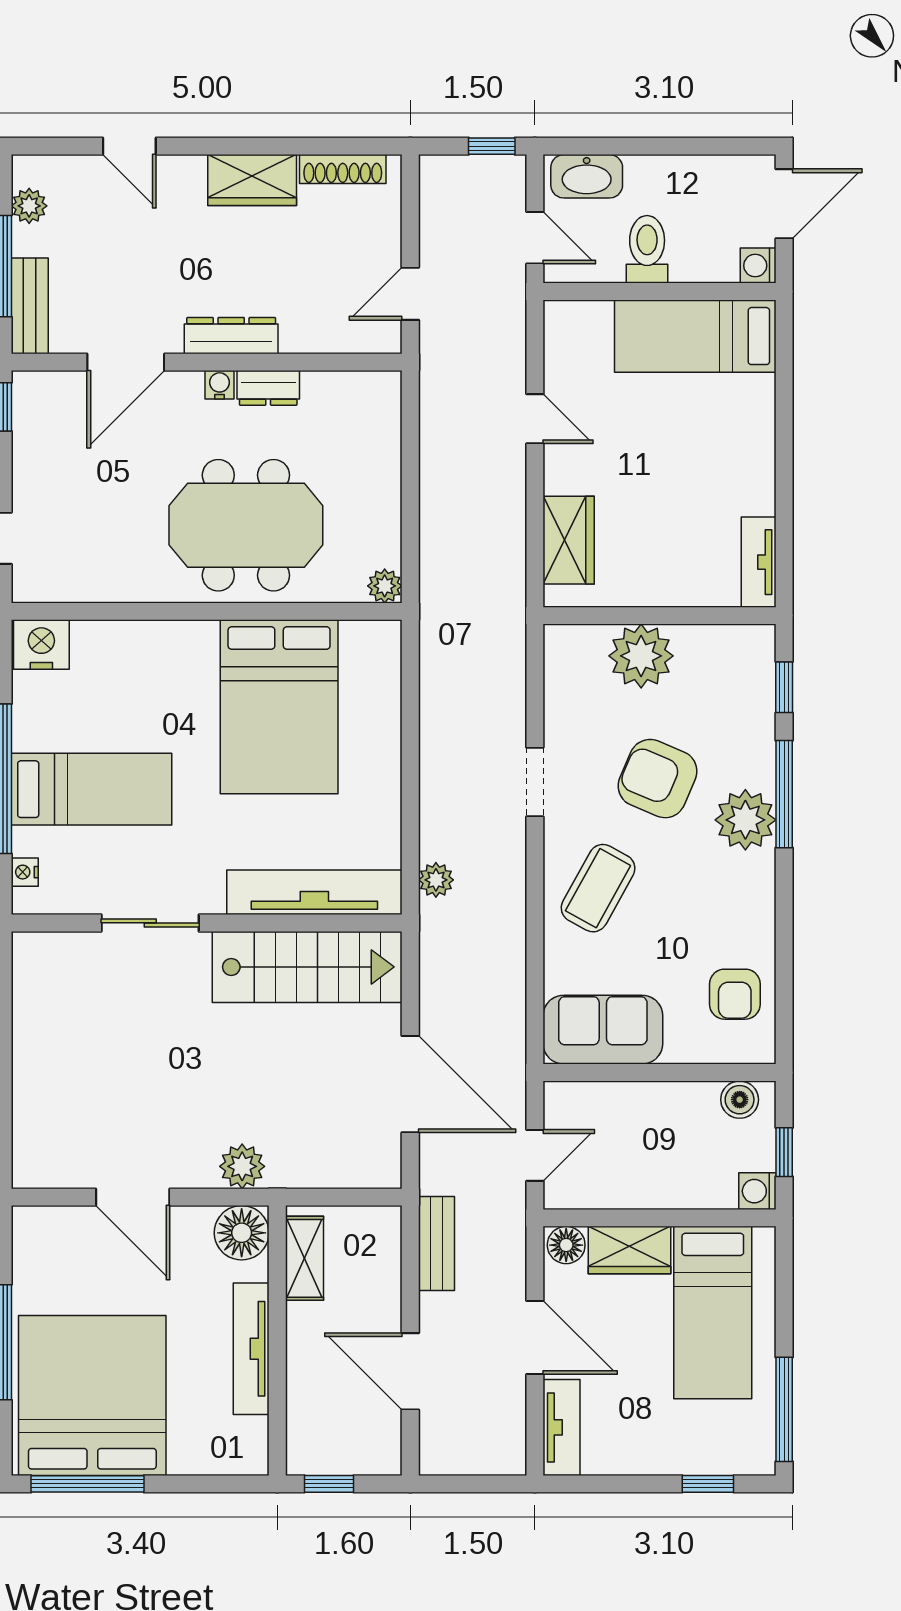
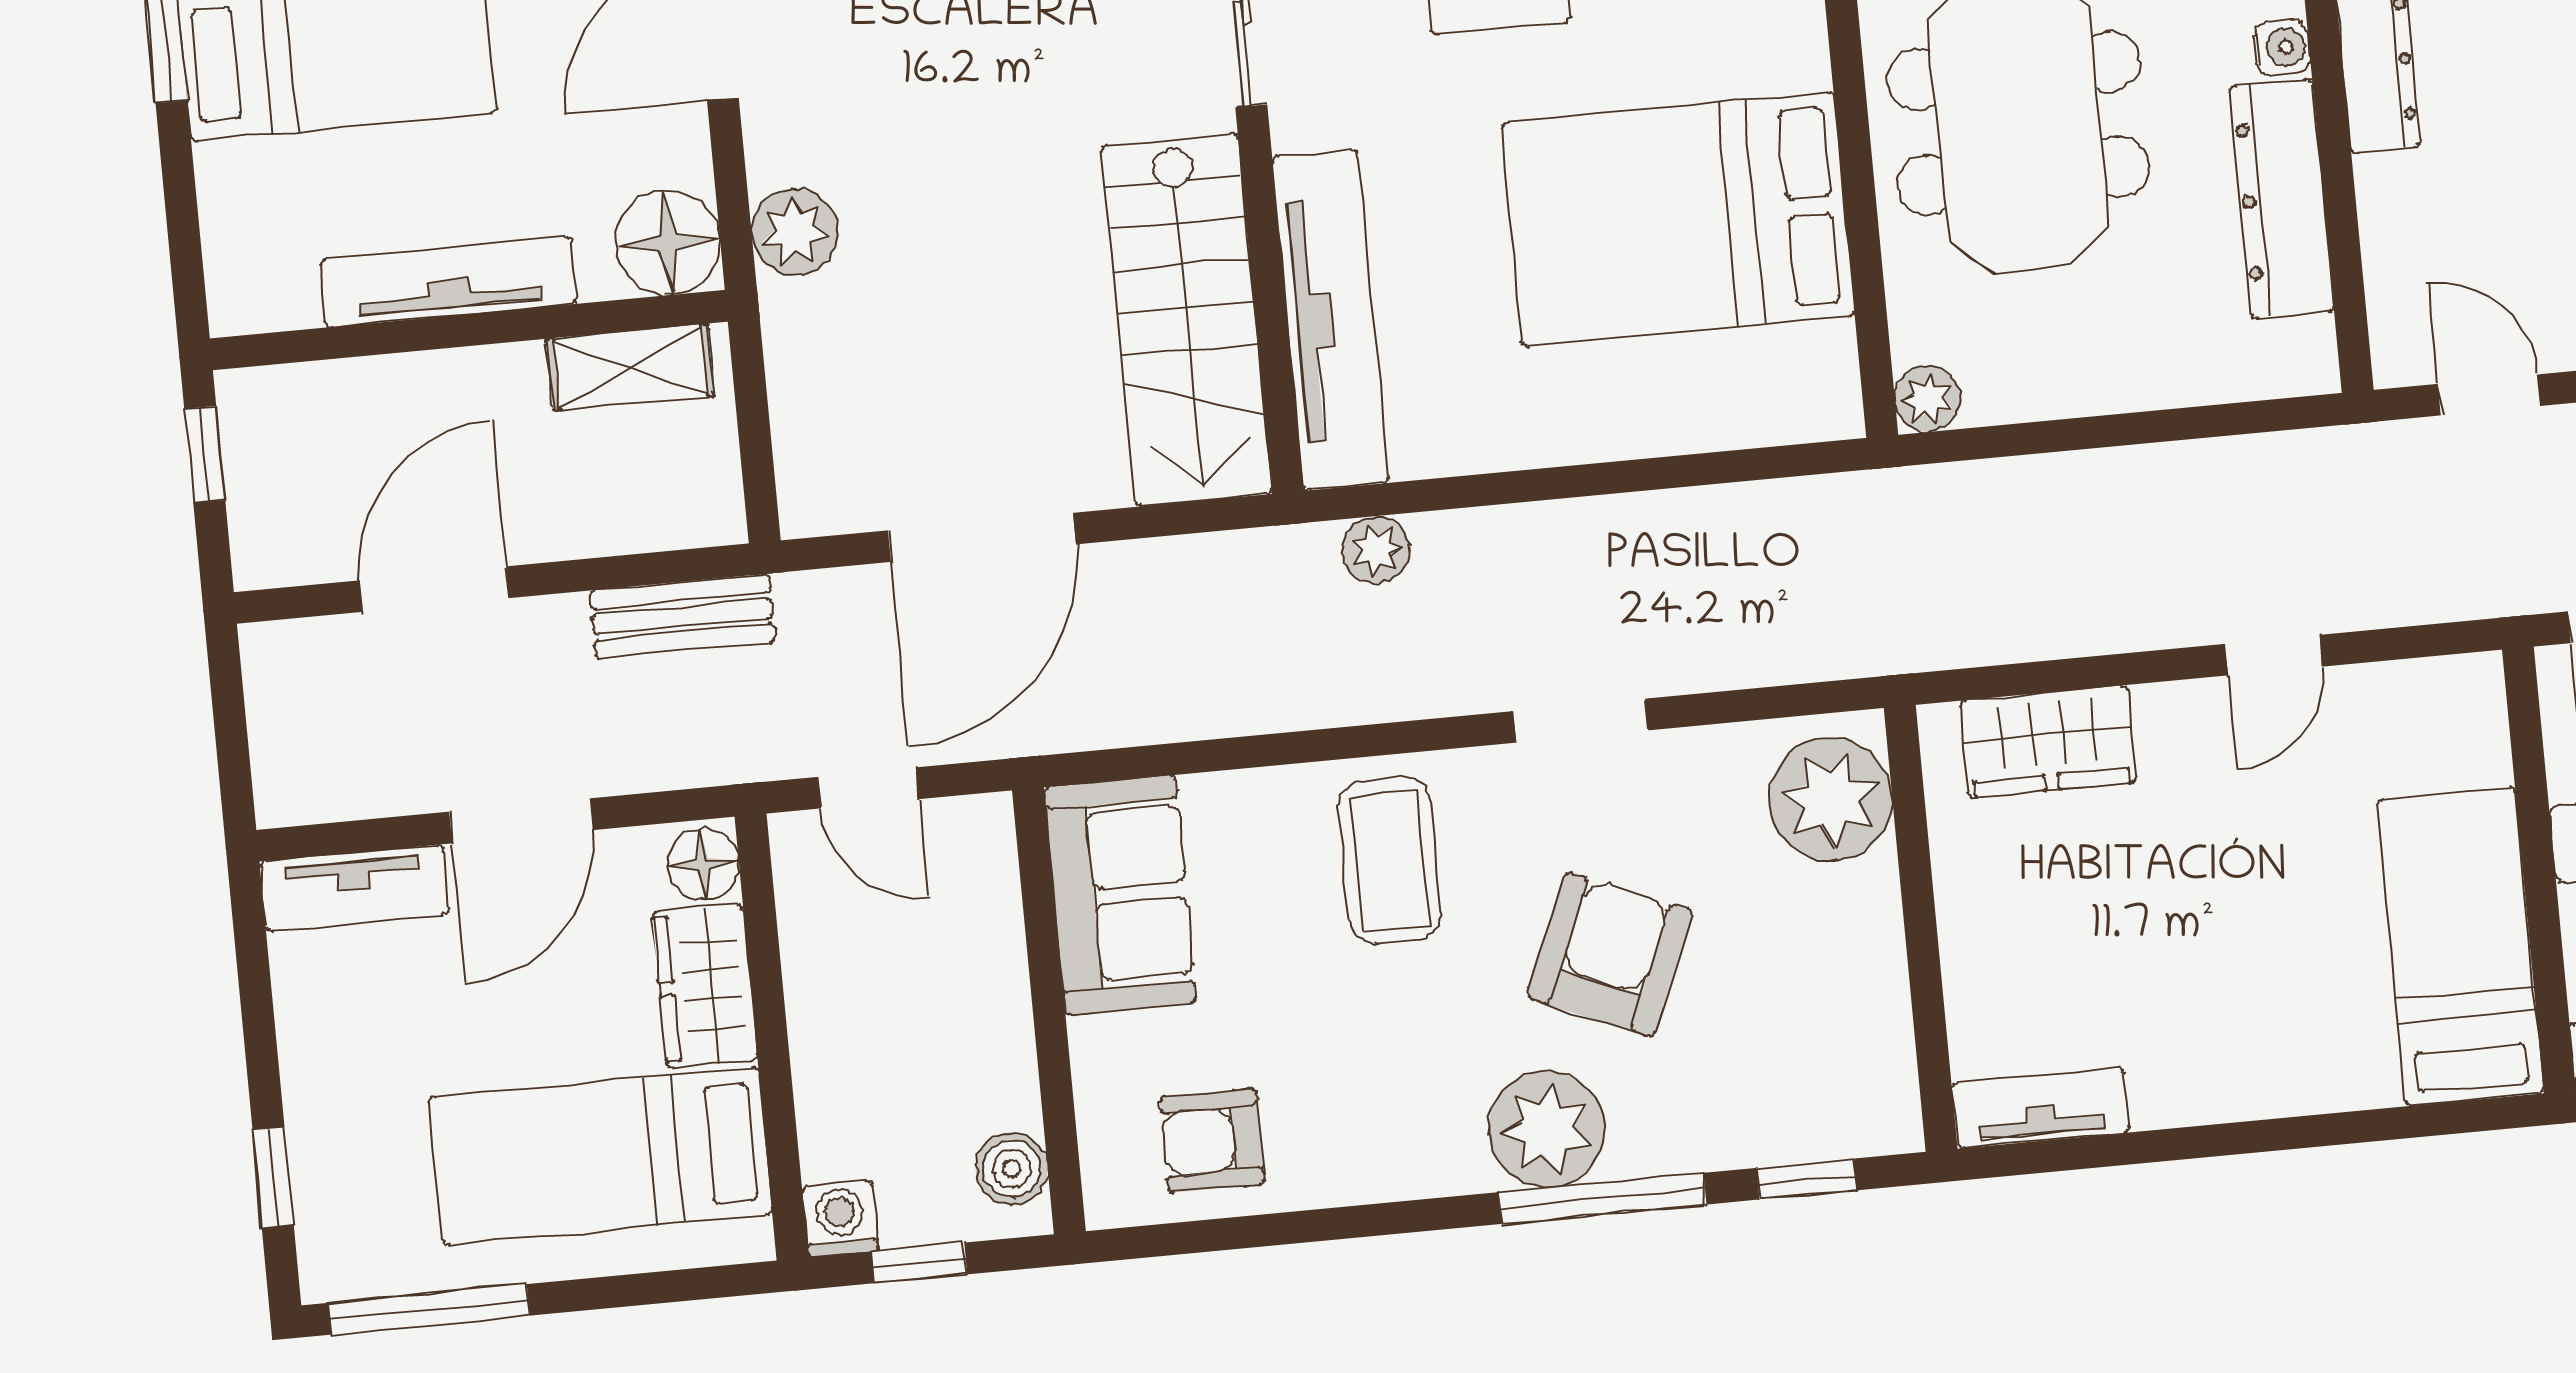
dresser: (268, 388) -> (2282, 199), width x1.96, depth x1.24
plant: (641, 656) -> (1831, 799), moved
coffee table: (598, 888) -> (1390, 860), turned 61

